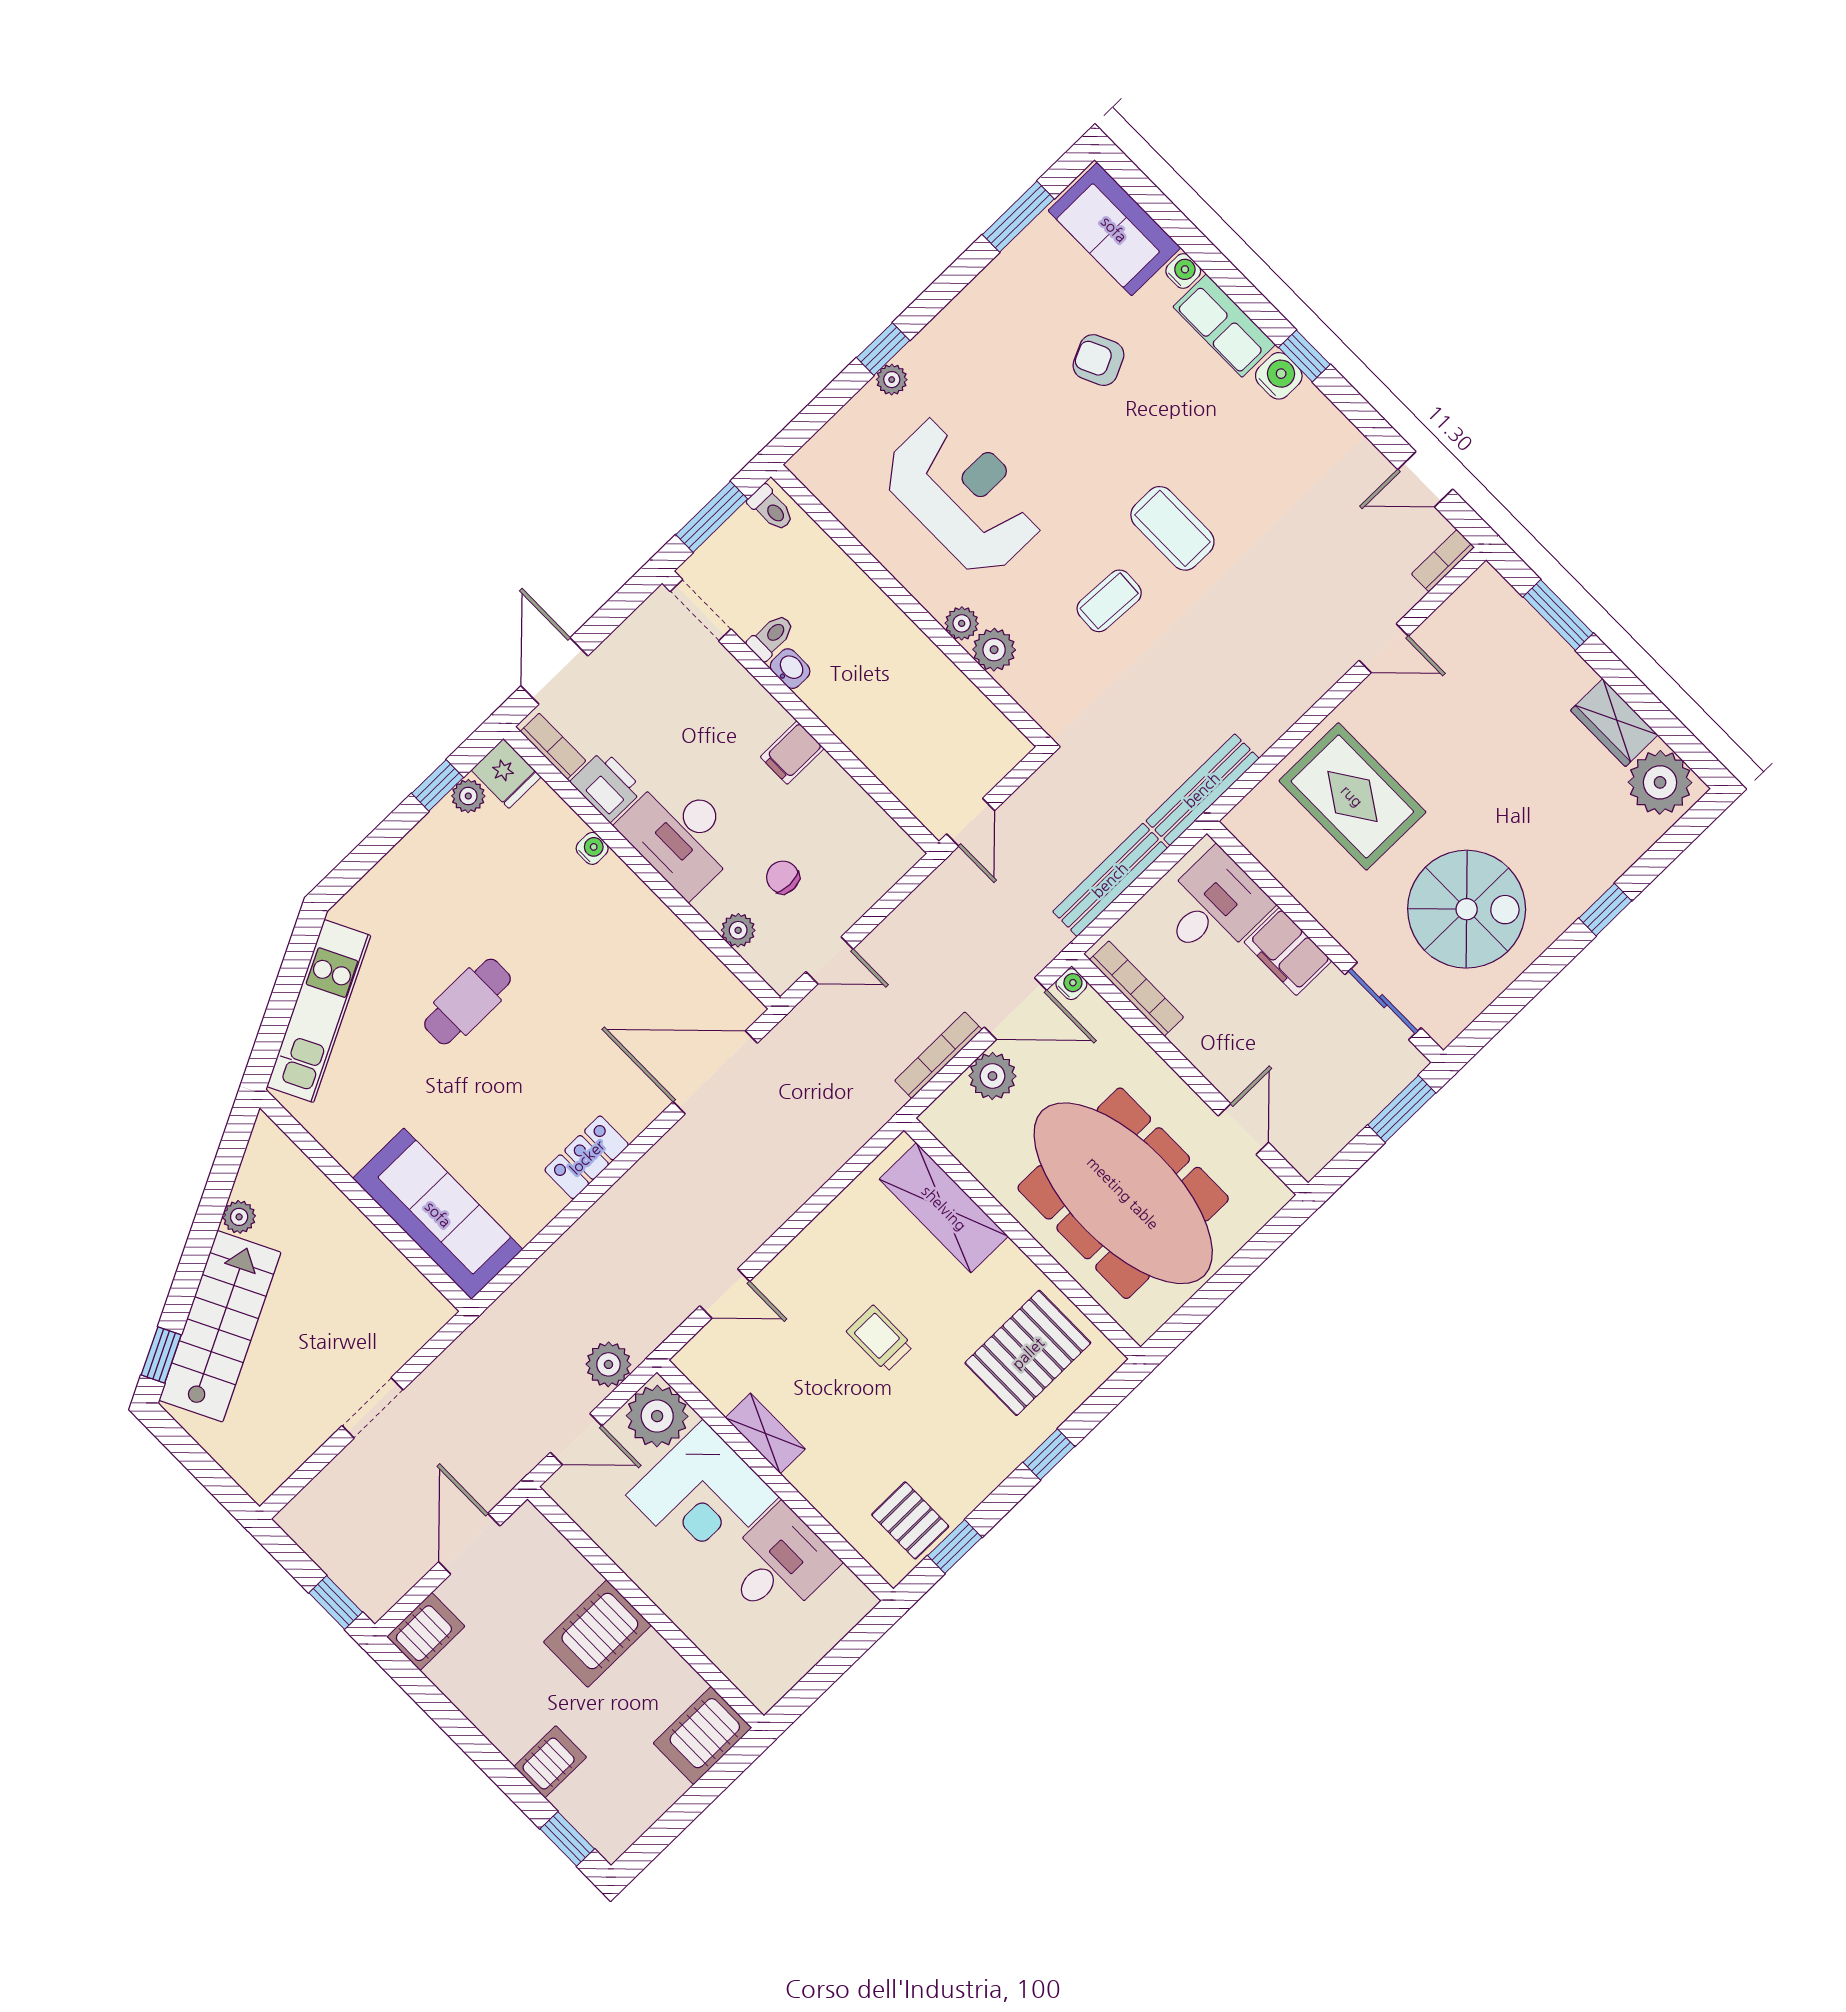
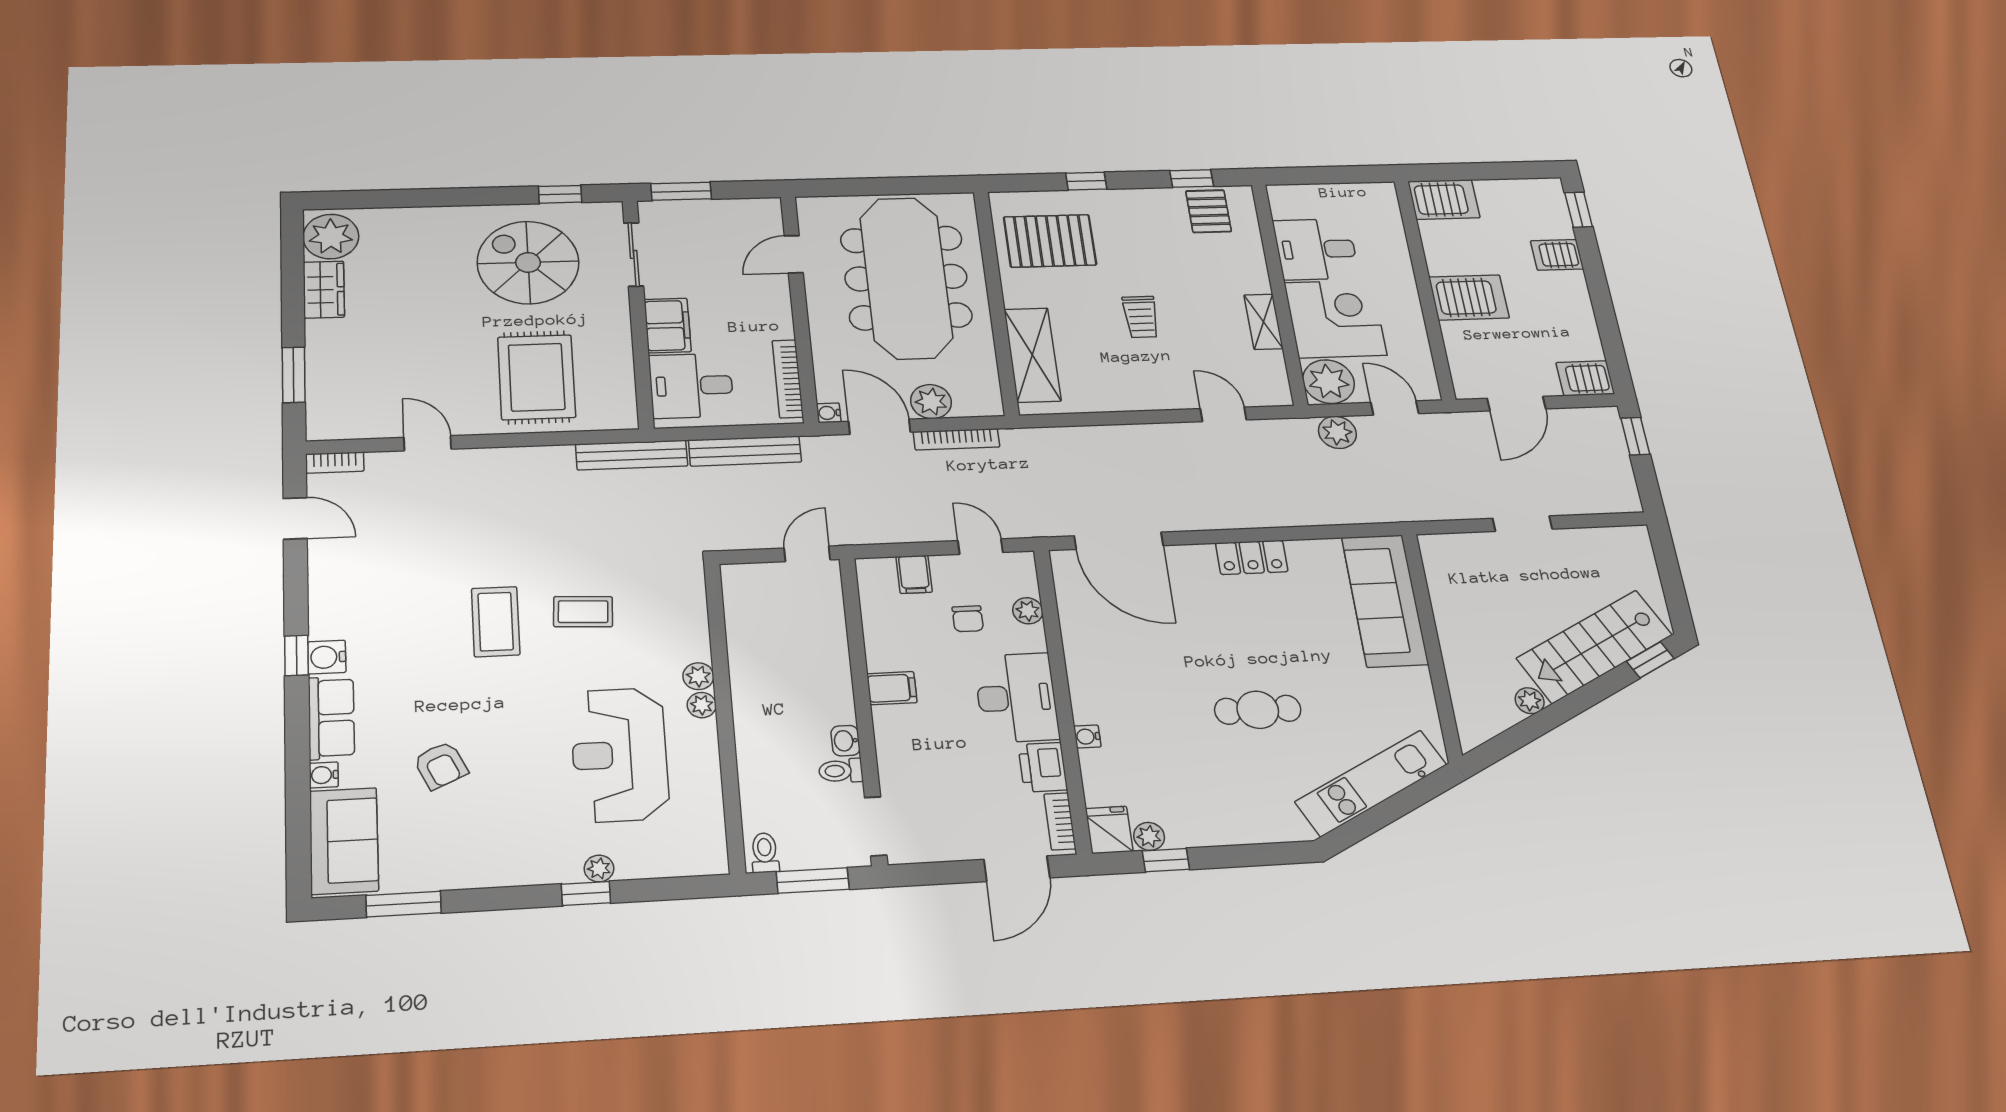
plant: (994, 650) -> (702, 705), moved, width x0.73, depth x0.73
filing cabinet: (864, 882) -> (914, 574), added
window: (1605, 910) -> (560, 194), moved

